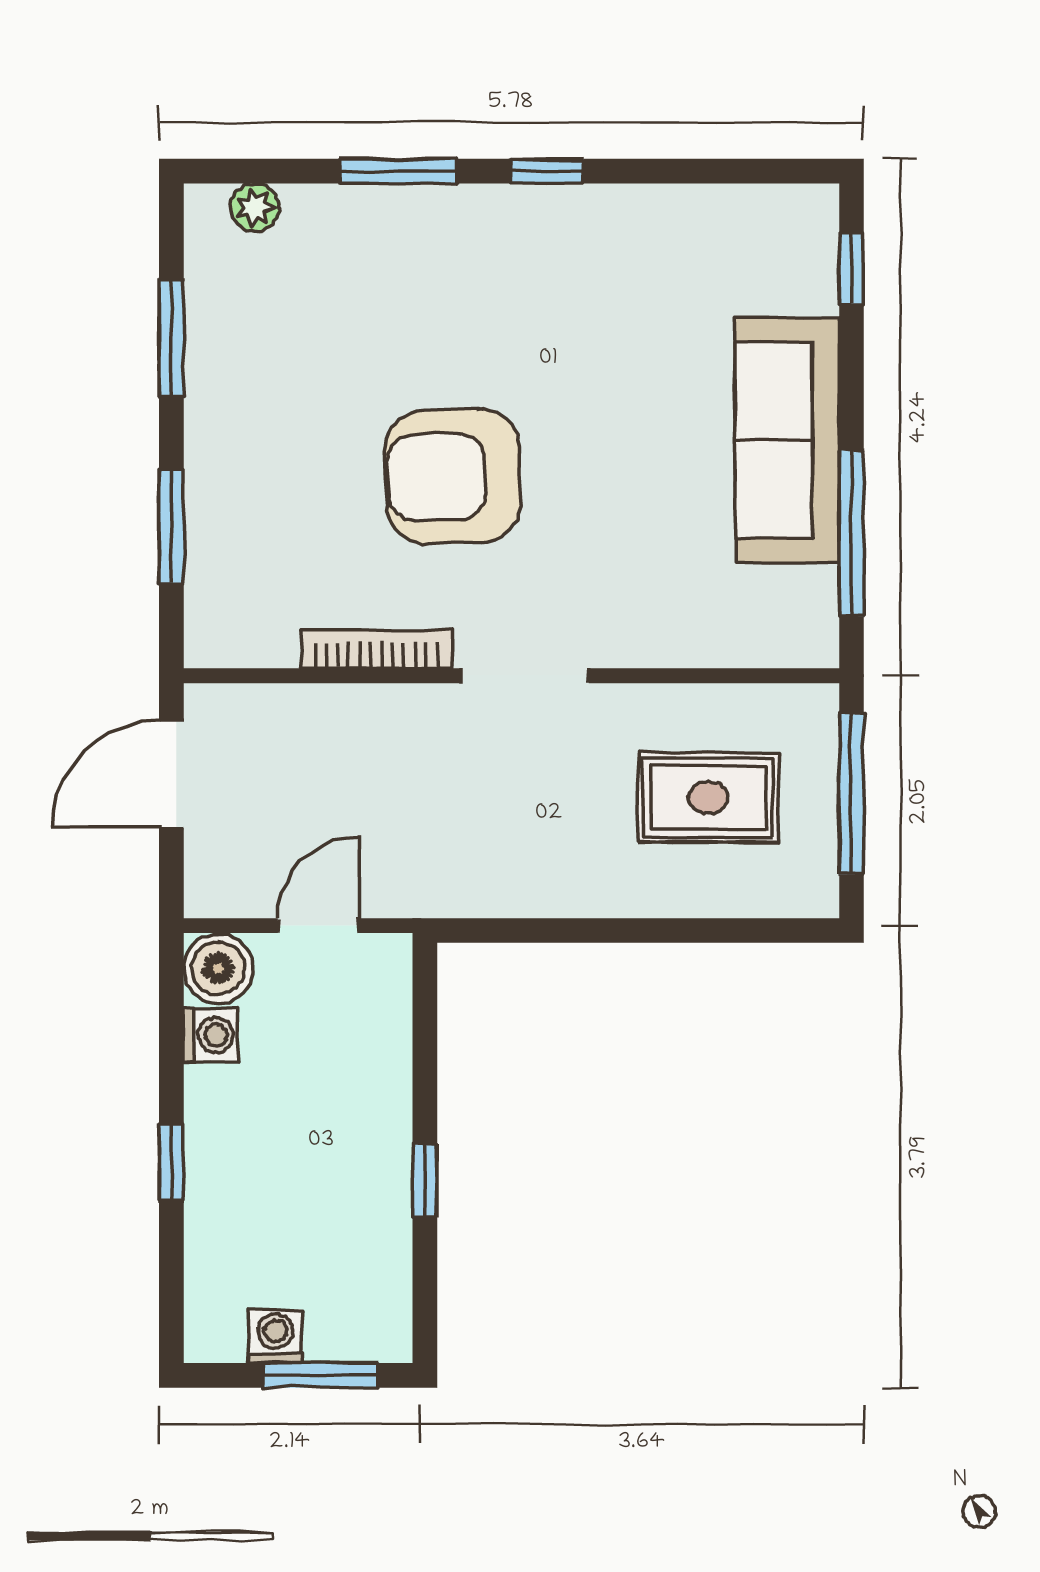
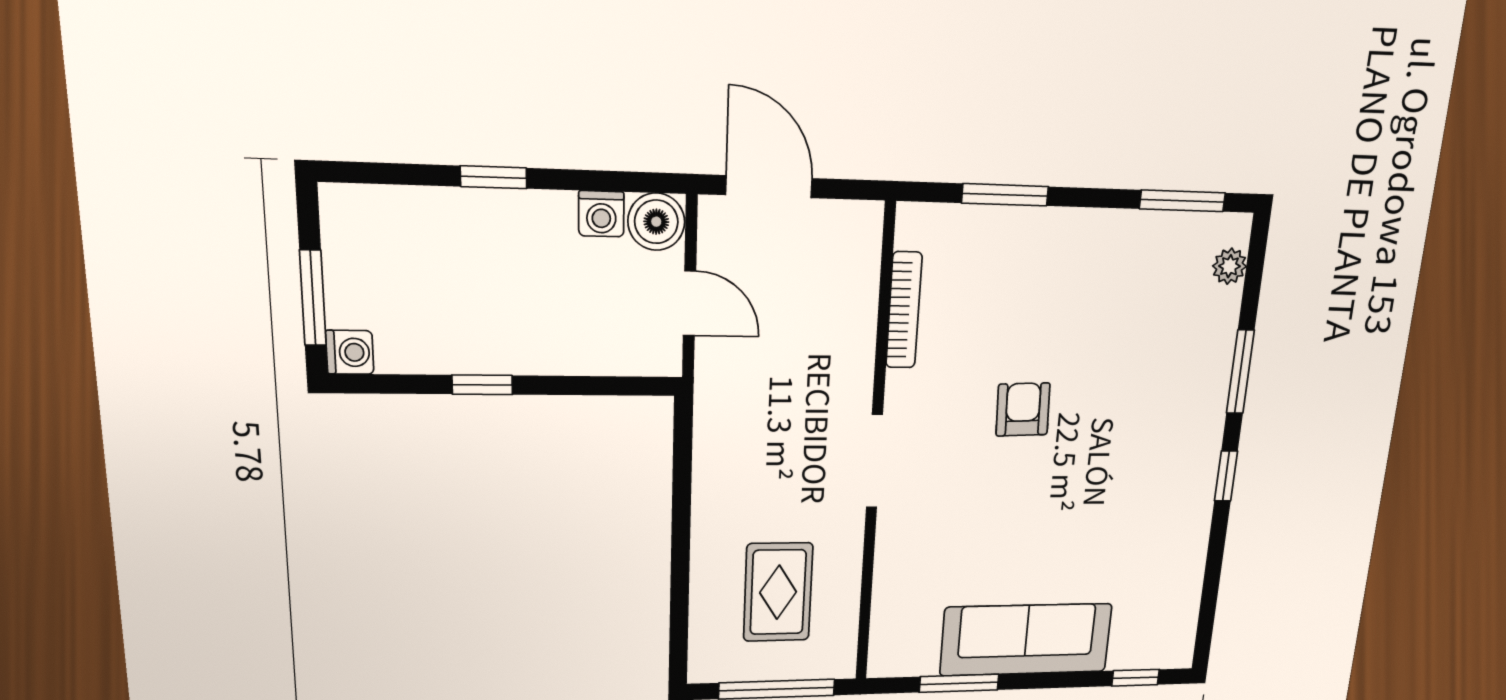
window: (171, 338) -> (1182, 201), moved
armchair: (453, 476) -> (1023, 409), width x0.53, depth x0.53
window: (851, 533) -> (959, 683), width x0.69
bookcase: (377, 649) -> (904, 310), moved
door: (171, 774) -> (769, 187), moved
washing machine: (275, 1336) -> (350, 352), moved

